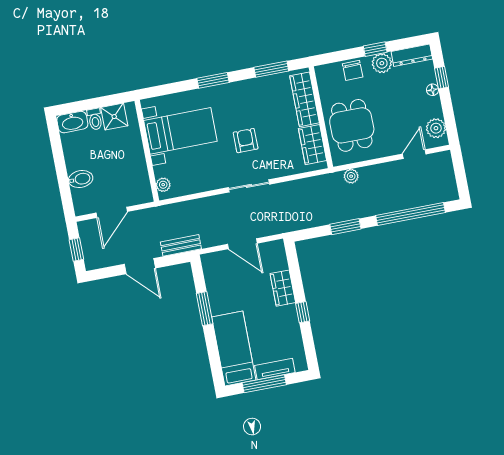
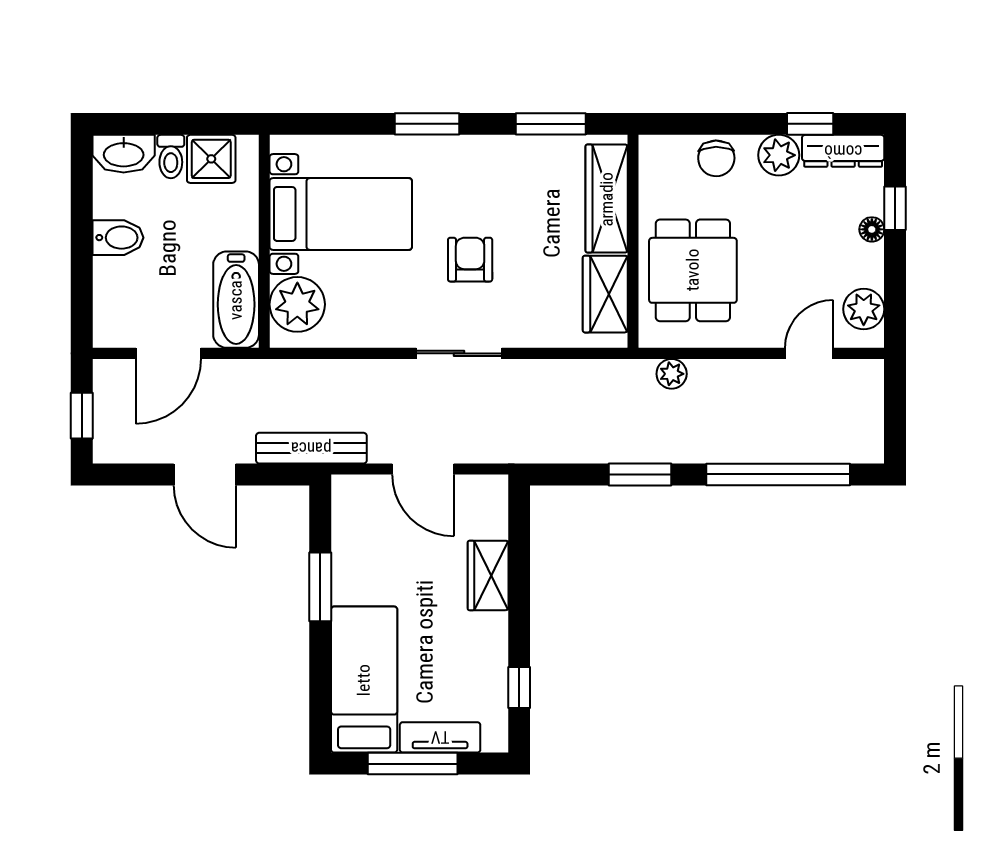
window: (375, 49) -> (810, 124), moved
bidet: (81, 179) -> (118, 238), moved
bathtub: (139, 181) -> (236, 300), added
plant: (163, 185) -> (297, 304), width x1.88, depth x1.88
bench: (181, 245) -> (311, 448), width x1.36
window: (303, 312) -> (519, 687), moved

